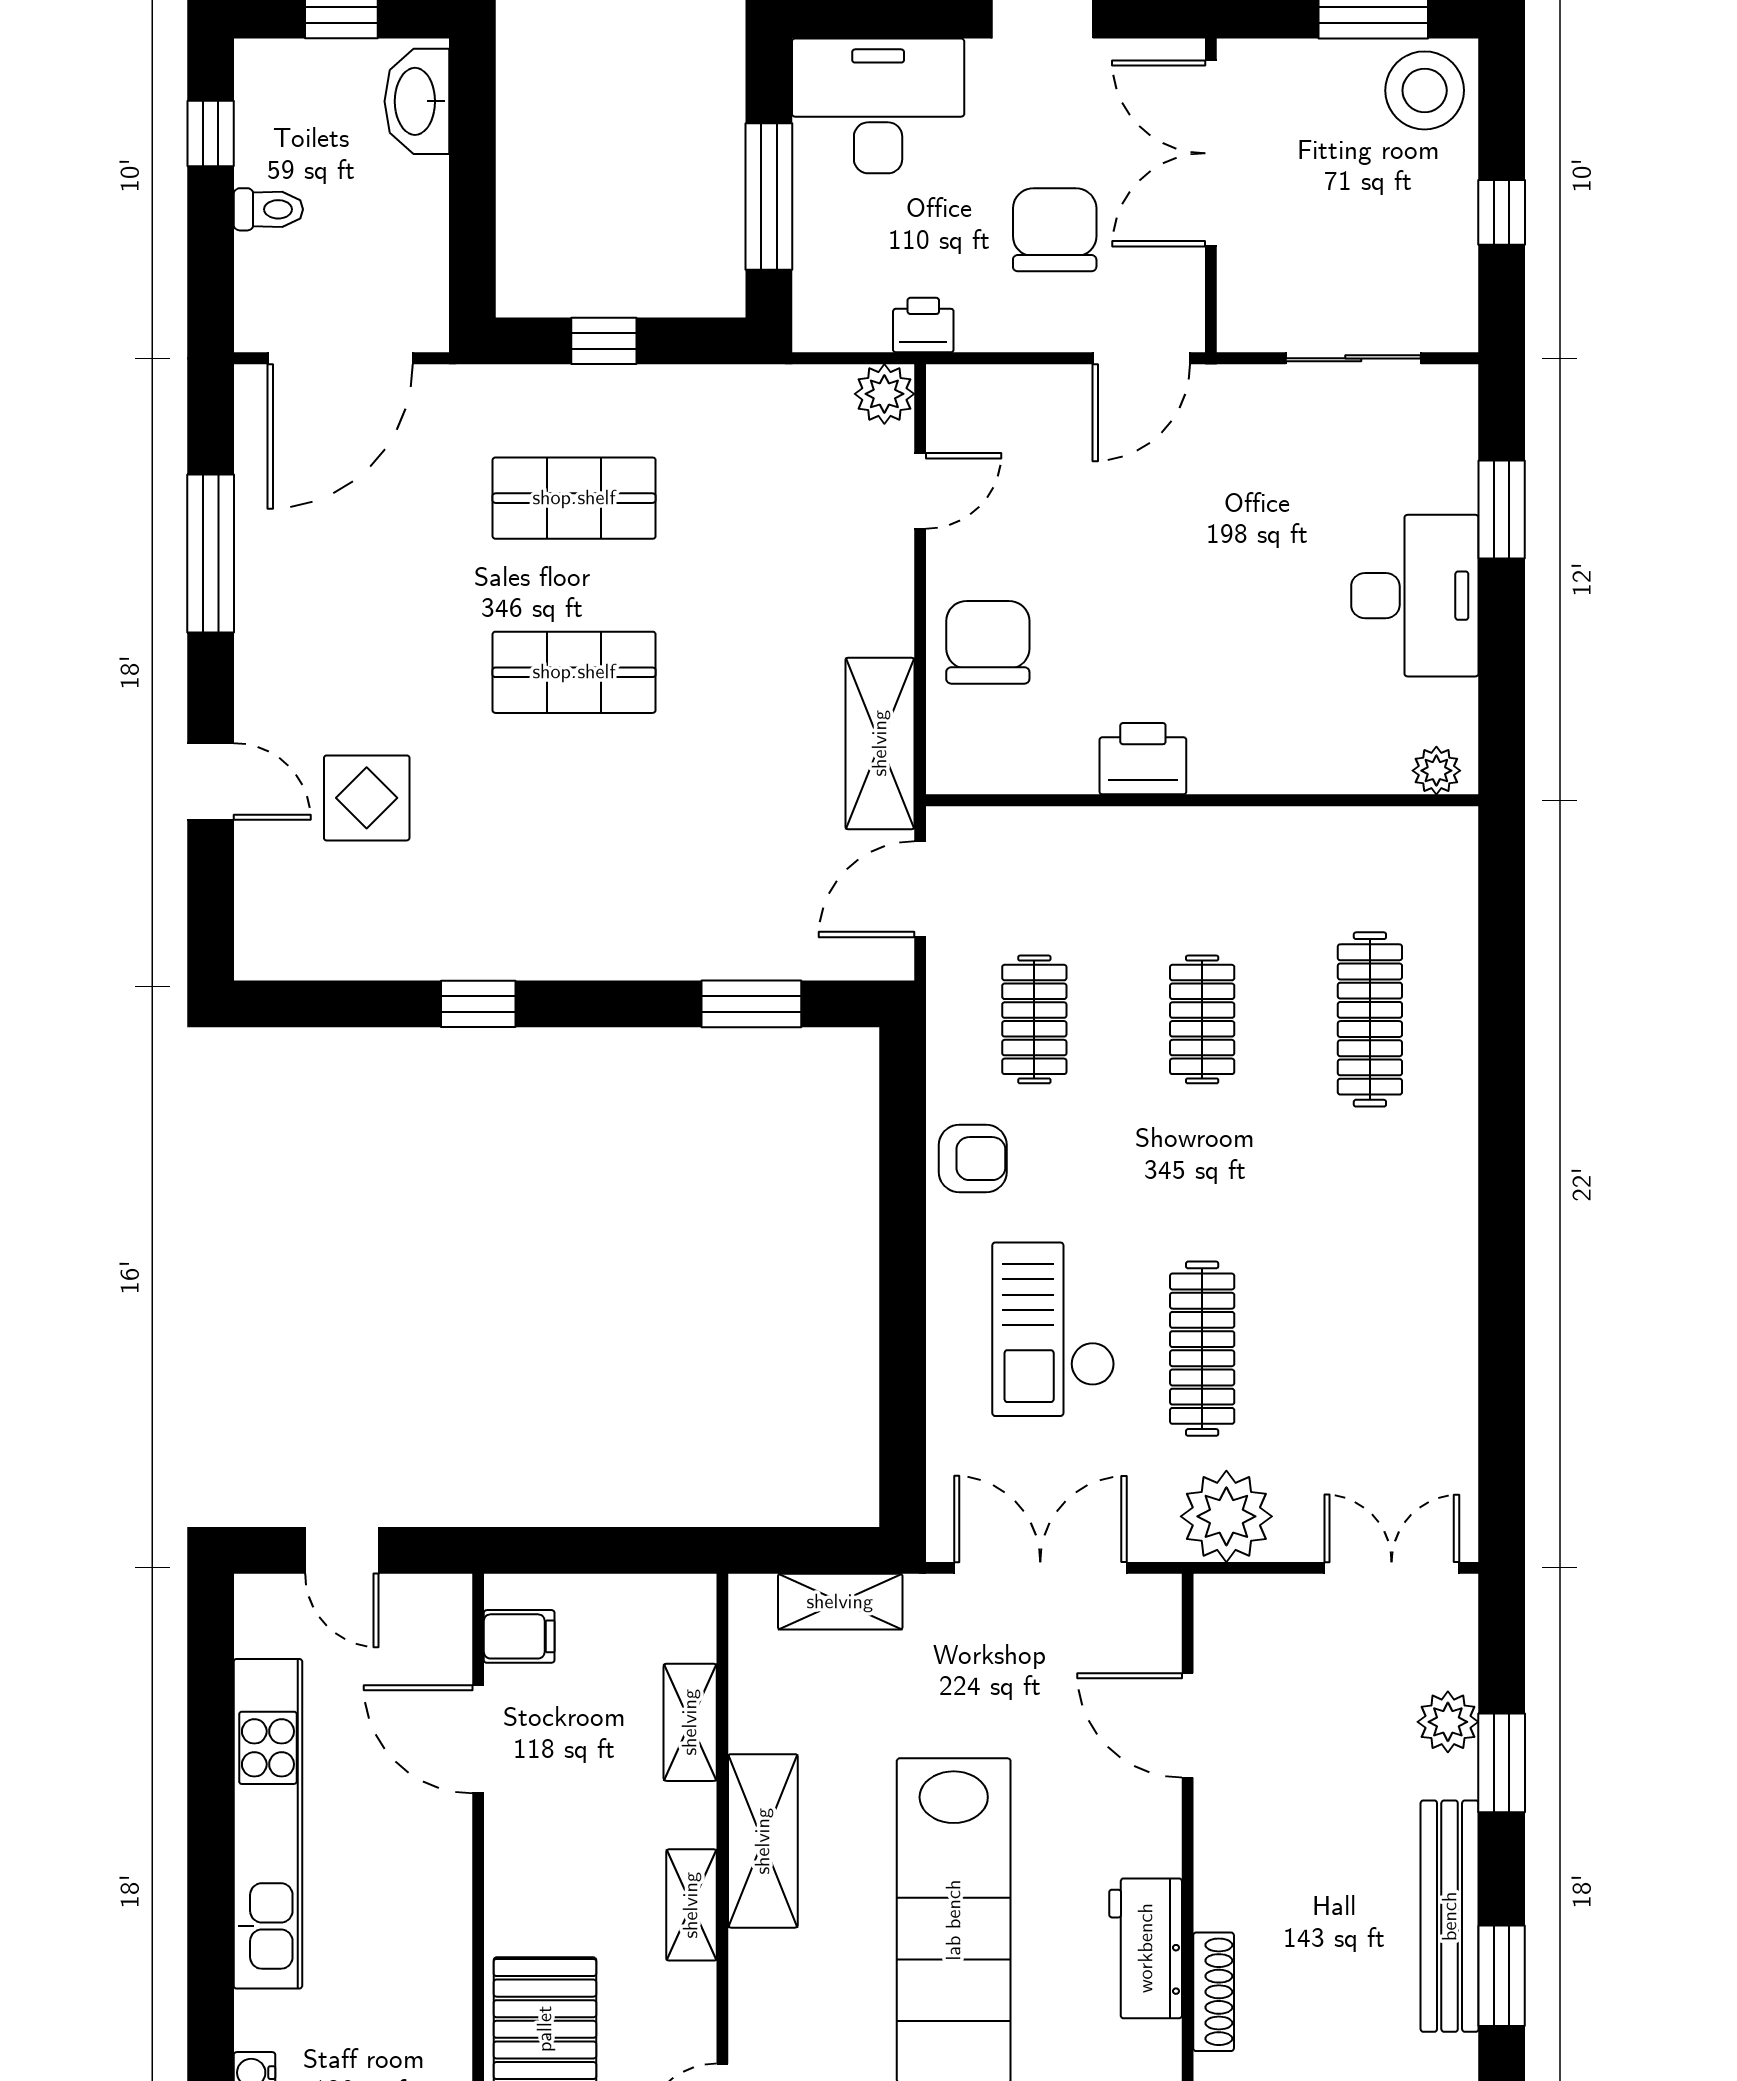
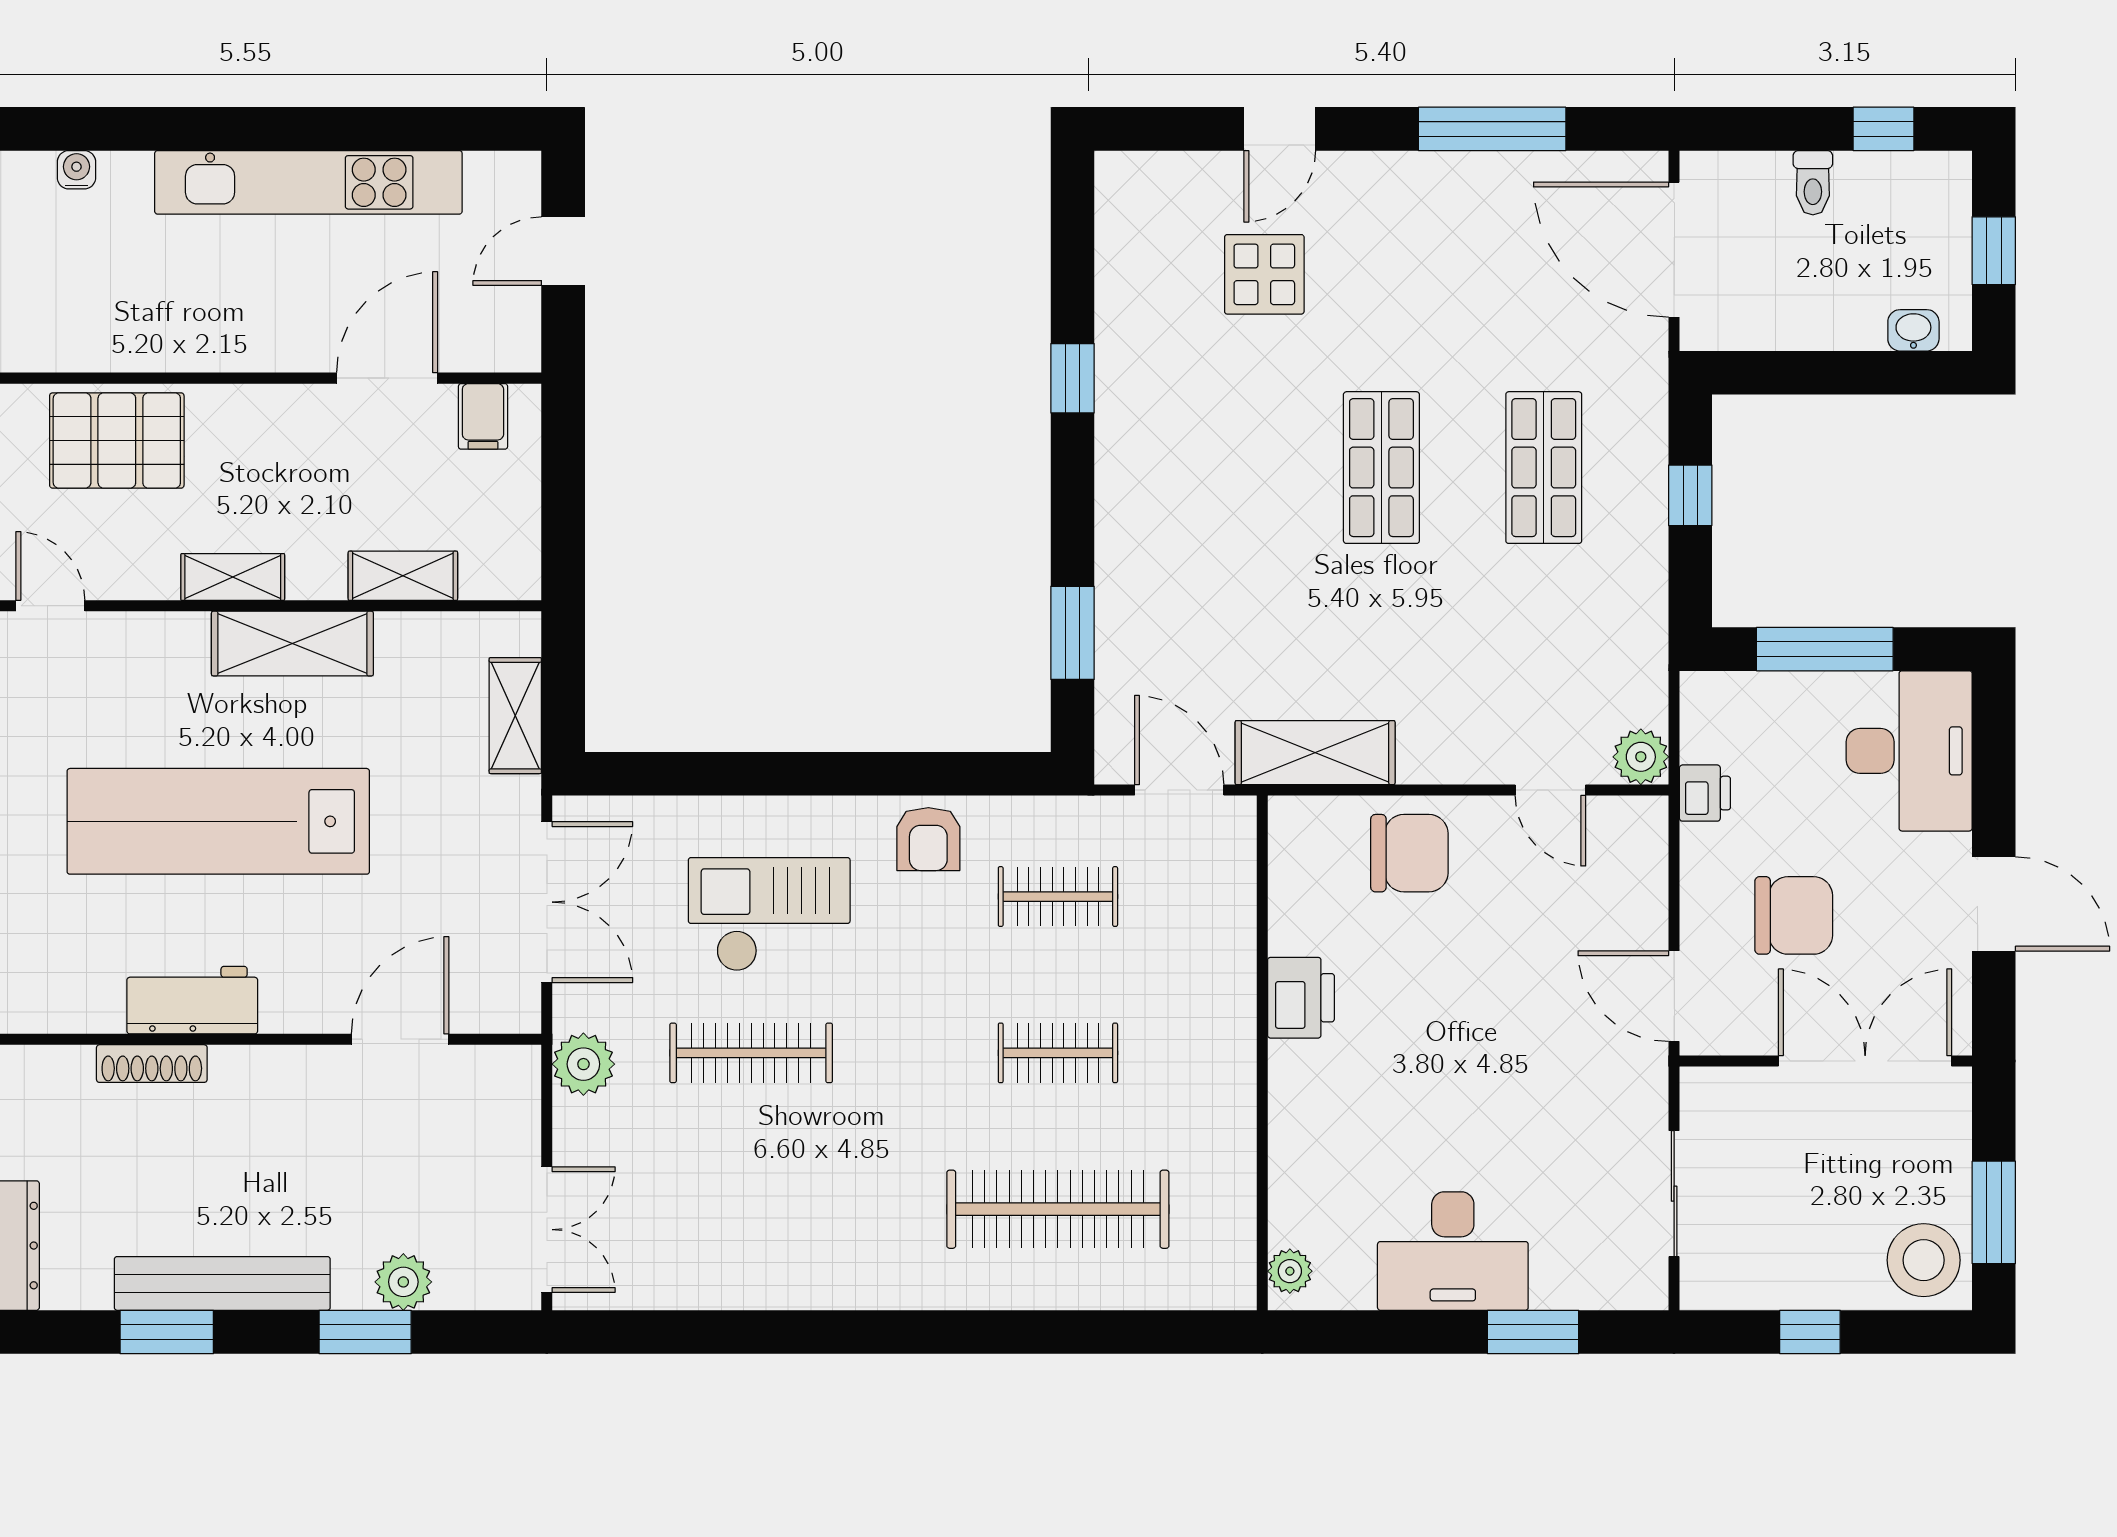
washbasin: (417, 101) -> (1913, 330), width x0.52, depth x0.69
clothes rail: (1370, 1019) -> (1058, 1209), width x1.37, depth x1.31
plant: (1226, 1516) -> (583, 1064), width x0.73, depth x0.73

